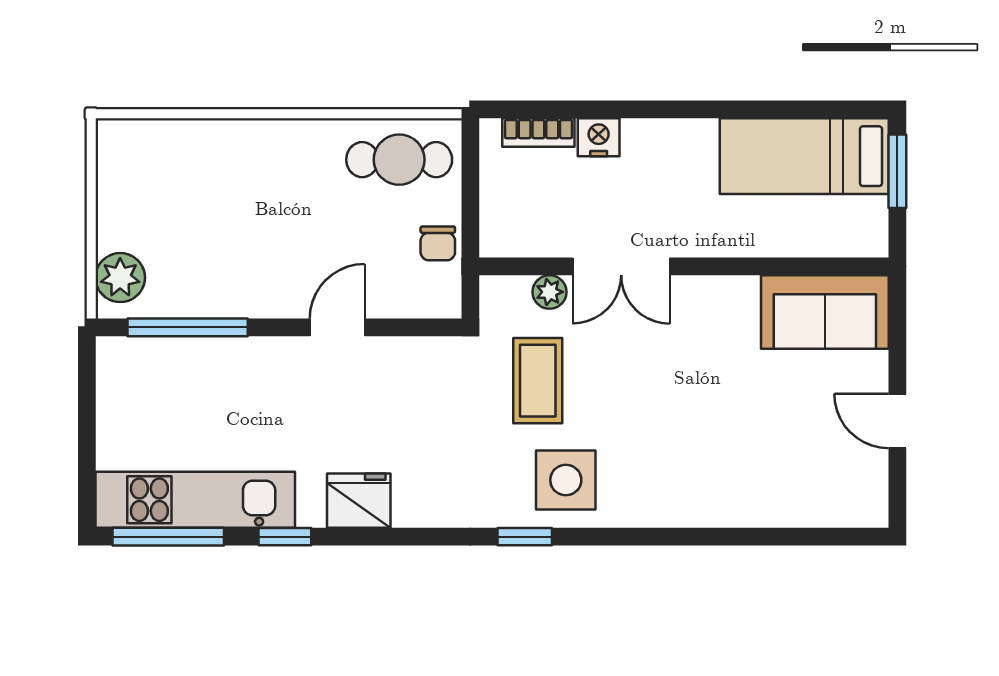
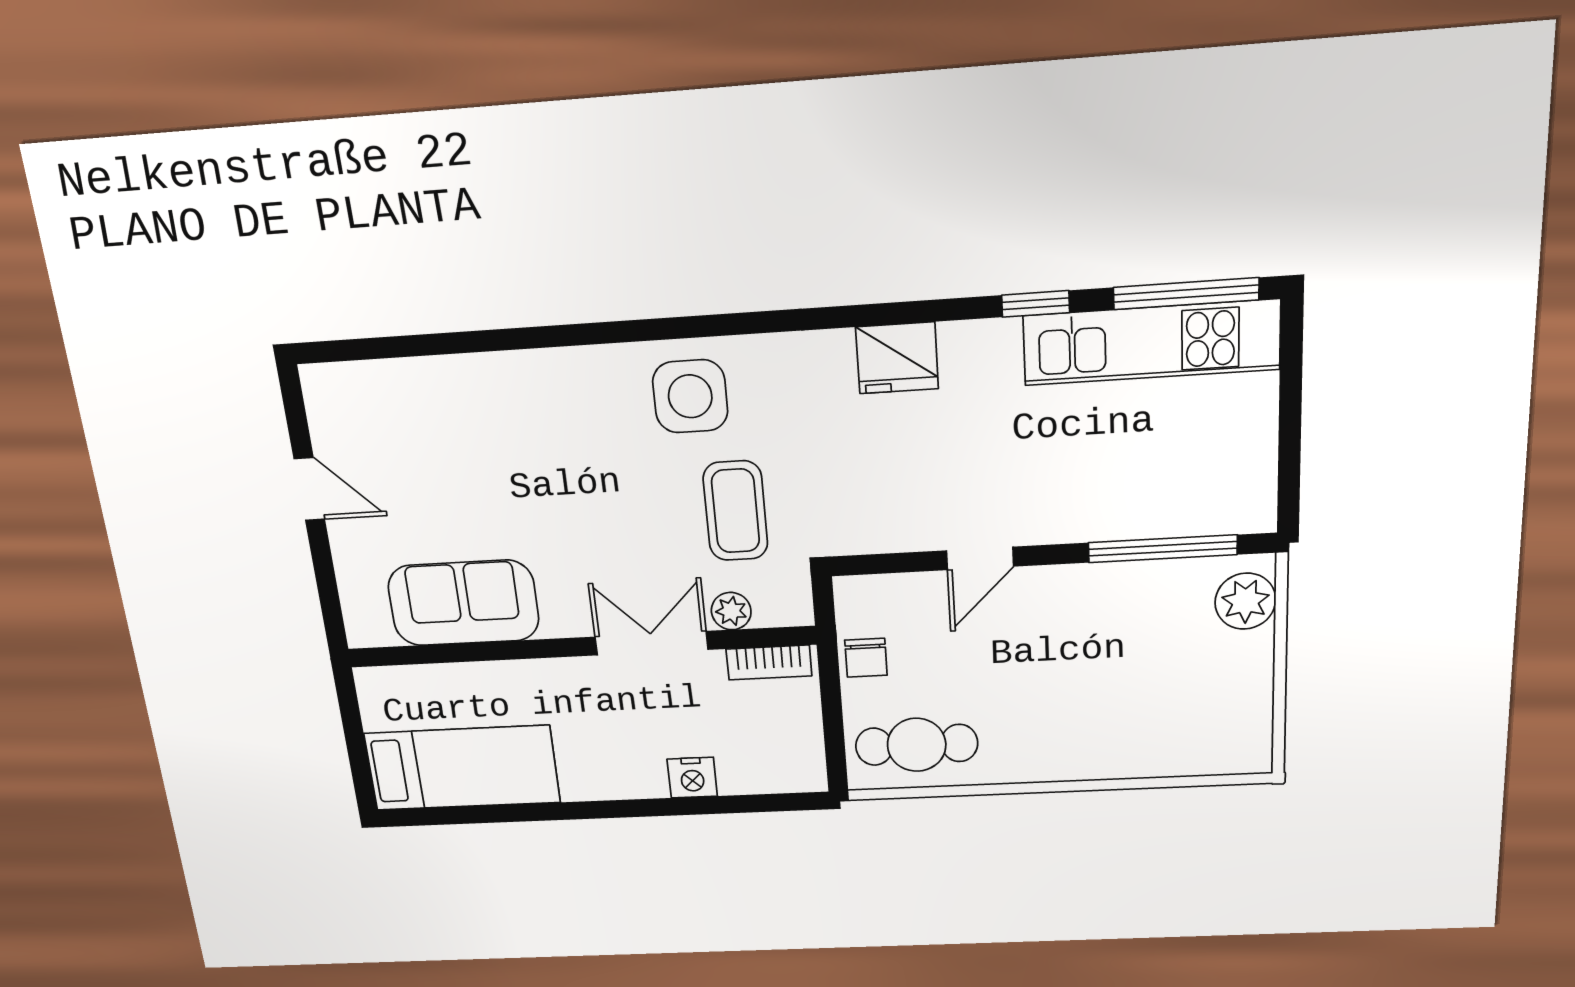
bookcase: (538, 133) -> (769, 663), moved, turned 180
window: (897, 171) -> (358, 757), removed
chair: (438, 243) -> (866, 658), turned 180
sofa: (825, 312) -> (464, 603), moved
fridge: (359, 501) -> (897, 358), moved
window: (525, 537) -> (734, 324), removed

